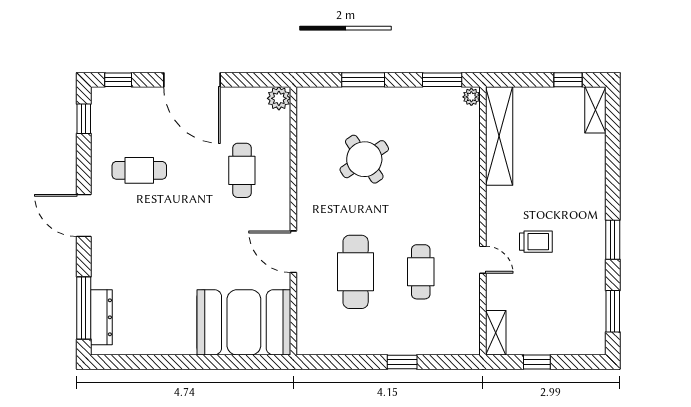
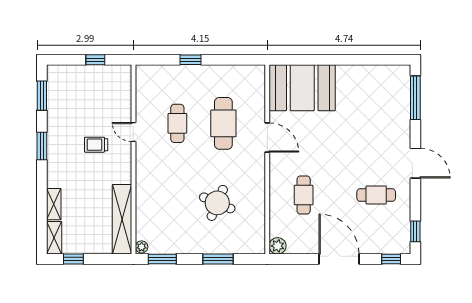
round table: (364, 159) -> (217, 203), turned -33
dresser: (101, 317) -> (403, 91), removed
shelving: (496, 333) -> (54, 204), moved

